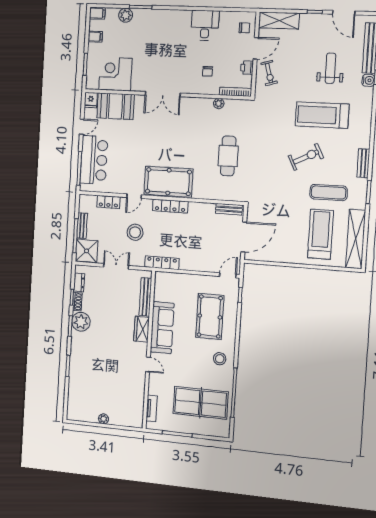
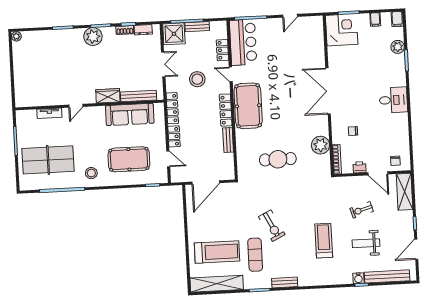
desk: (205, 25) -> (393, 100), moved
weight bench: (330, 68) -> (366, 243), turned 180
exercise bike: (269, 73) -> (362, 210), moved
corner desk: (115, 74) -> (342, 30), moved
double door: (163, 94) -> (328, 91), width x1.36
fridge: (91, 100) -> (316, 22), removed
plant: (219, 103) -> (320, 145), width x1.87, depth x1.87
booth: (115, 106) -> (312, 47), removed
treadmill: (322, 115) -> (324, 241), width x0.73, depth x0.73
door: (82, 127) -> (290, 16), hinge flipped
exercise bike: (306, 157) -> (272, 226), moved
bar counter: (94, 160) -> (243, 42), moved, turned -90
bench: (229, 209) -> (228, 140), moved
door: (244, 237) -> (206, 182), hinge flipped
locker: (191, 265) -> (174, 136), added
door: (228, 275) -> (168, 159), moved
plant: (81, 322) -> (93, 37), moved
sofa: (162, 328) -> (130, 114), moved
table tennis table: (201, 403) -> (48, 160), turned 90
tv unit: (152, 408) -> (49, 113), moved
plant: (103, 419) -> (16, 36), moved

